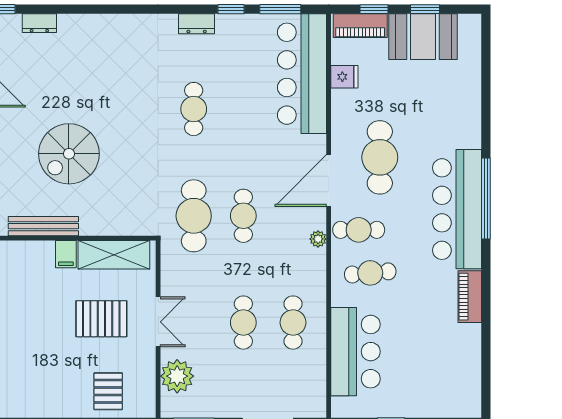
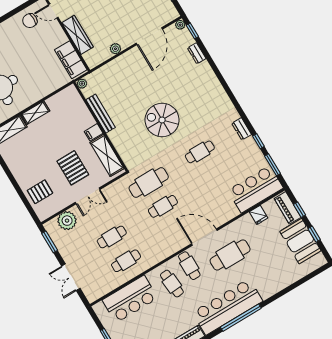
bar counter: (302, 74) -> (256, 189), width x0.73
spiral stairs: (69, 154) -> (162, 120), moved
plant: (318, 239) -> (173, 249), removed

